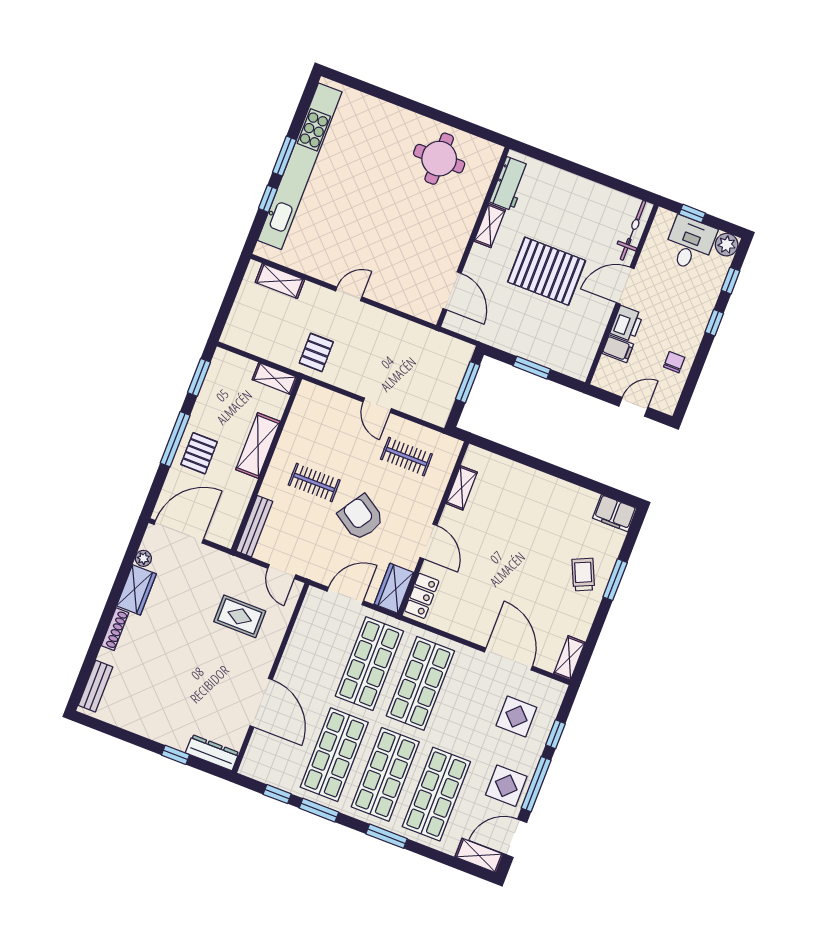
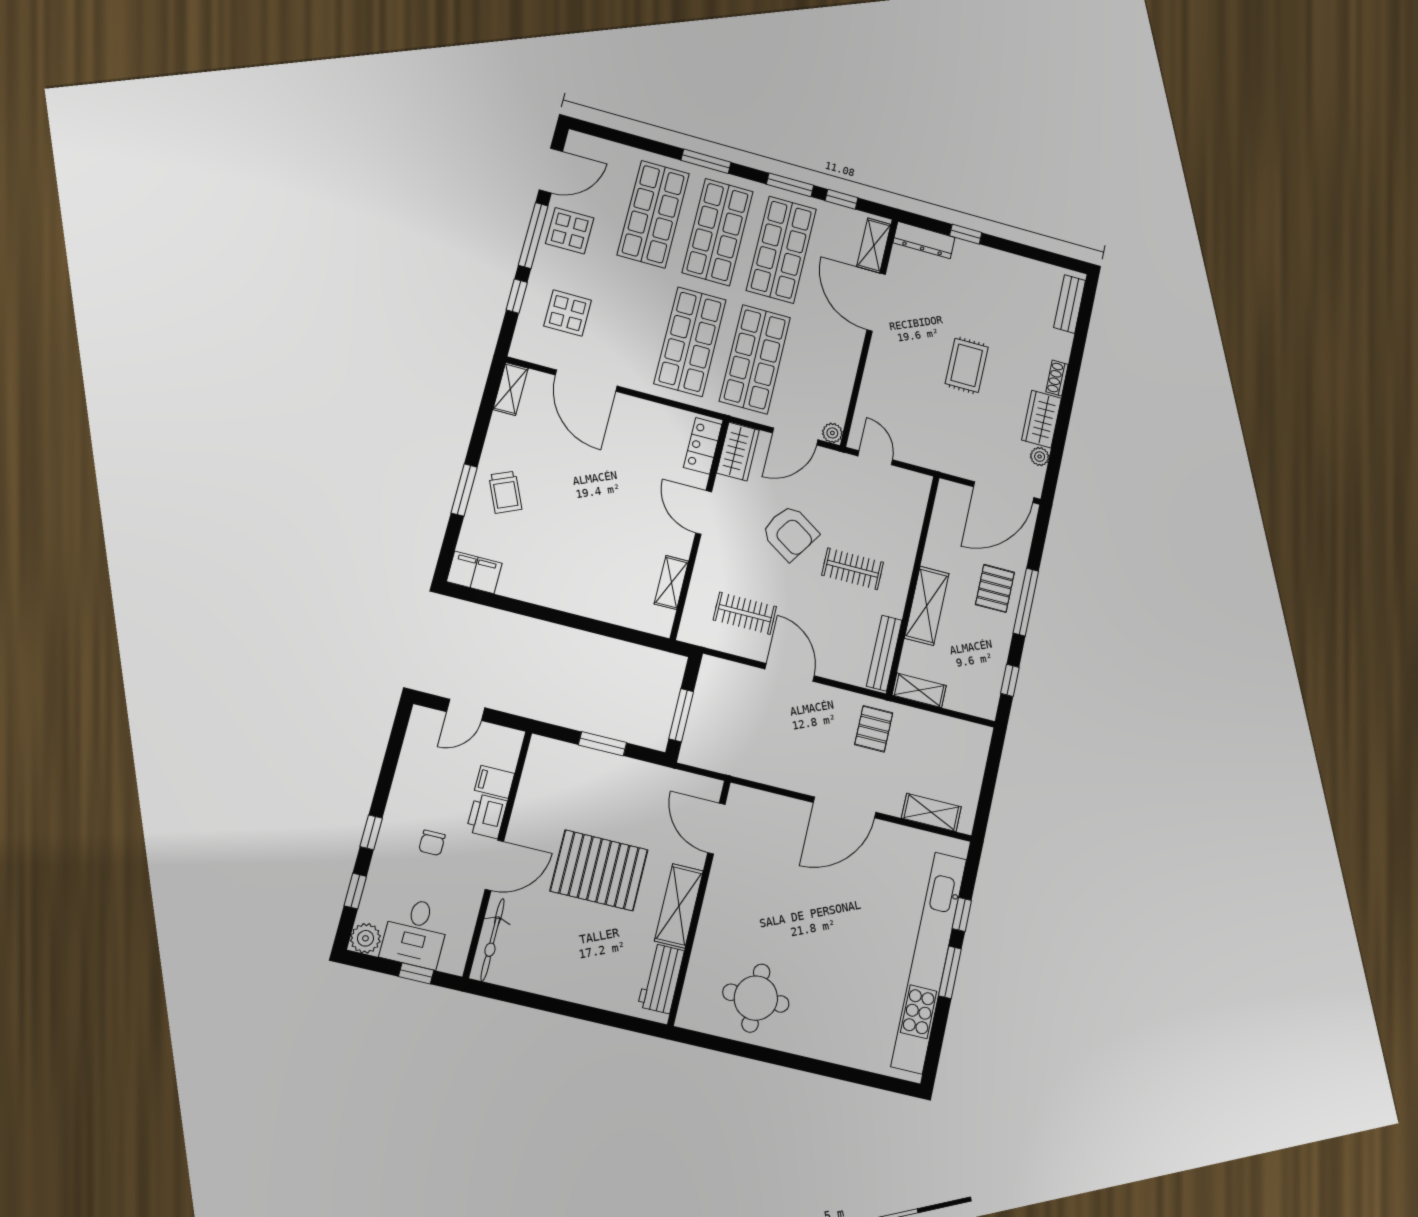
shelving: (490, 226) -> (679, 906), width x1.50, depth x1.33
door: (349, 294) -> (845, 807), width x1.87
chair: (674, 362) -> (432, 843), moved
window: (199, 377) -> (1010, 680), width x0.67
door: (377, 405) -> (790, 672), width x1.38
bench: (254, 526) -> (884, 653), moved
plant: (314, 596) -> (832, 433), added
rug: (240, 616) -> (967, 365), moved, turned 90
shoe rack: (115, 629) -> (1057, 378), width x0.70
shelving: (479, 856) -> (874, 245), moved, turned 90

